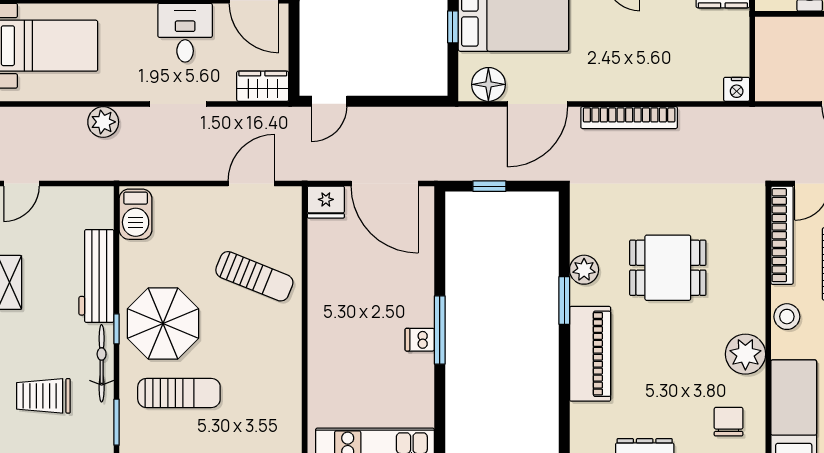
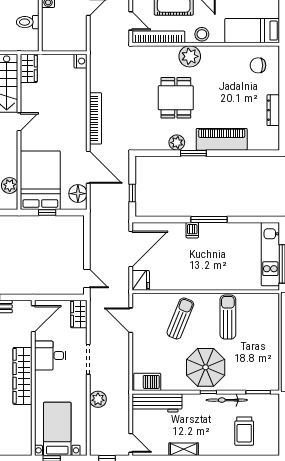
workbench: (96, 276) -> (157, 403), moved
dishwasher: (420, 340) -> (192, 230), moved
plant: (745, 354) -> (190, 56), moved
sun lounger: (179, 393) -> (228, 317), moved

